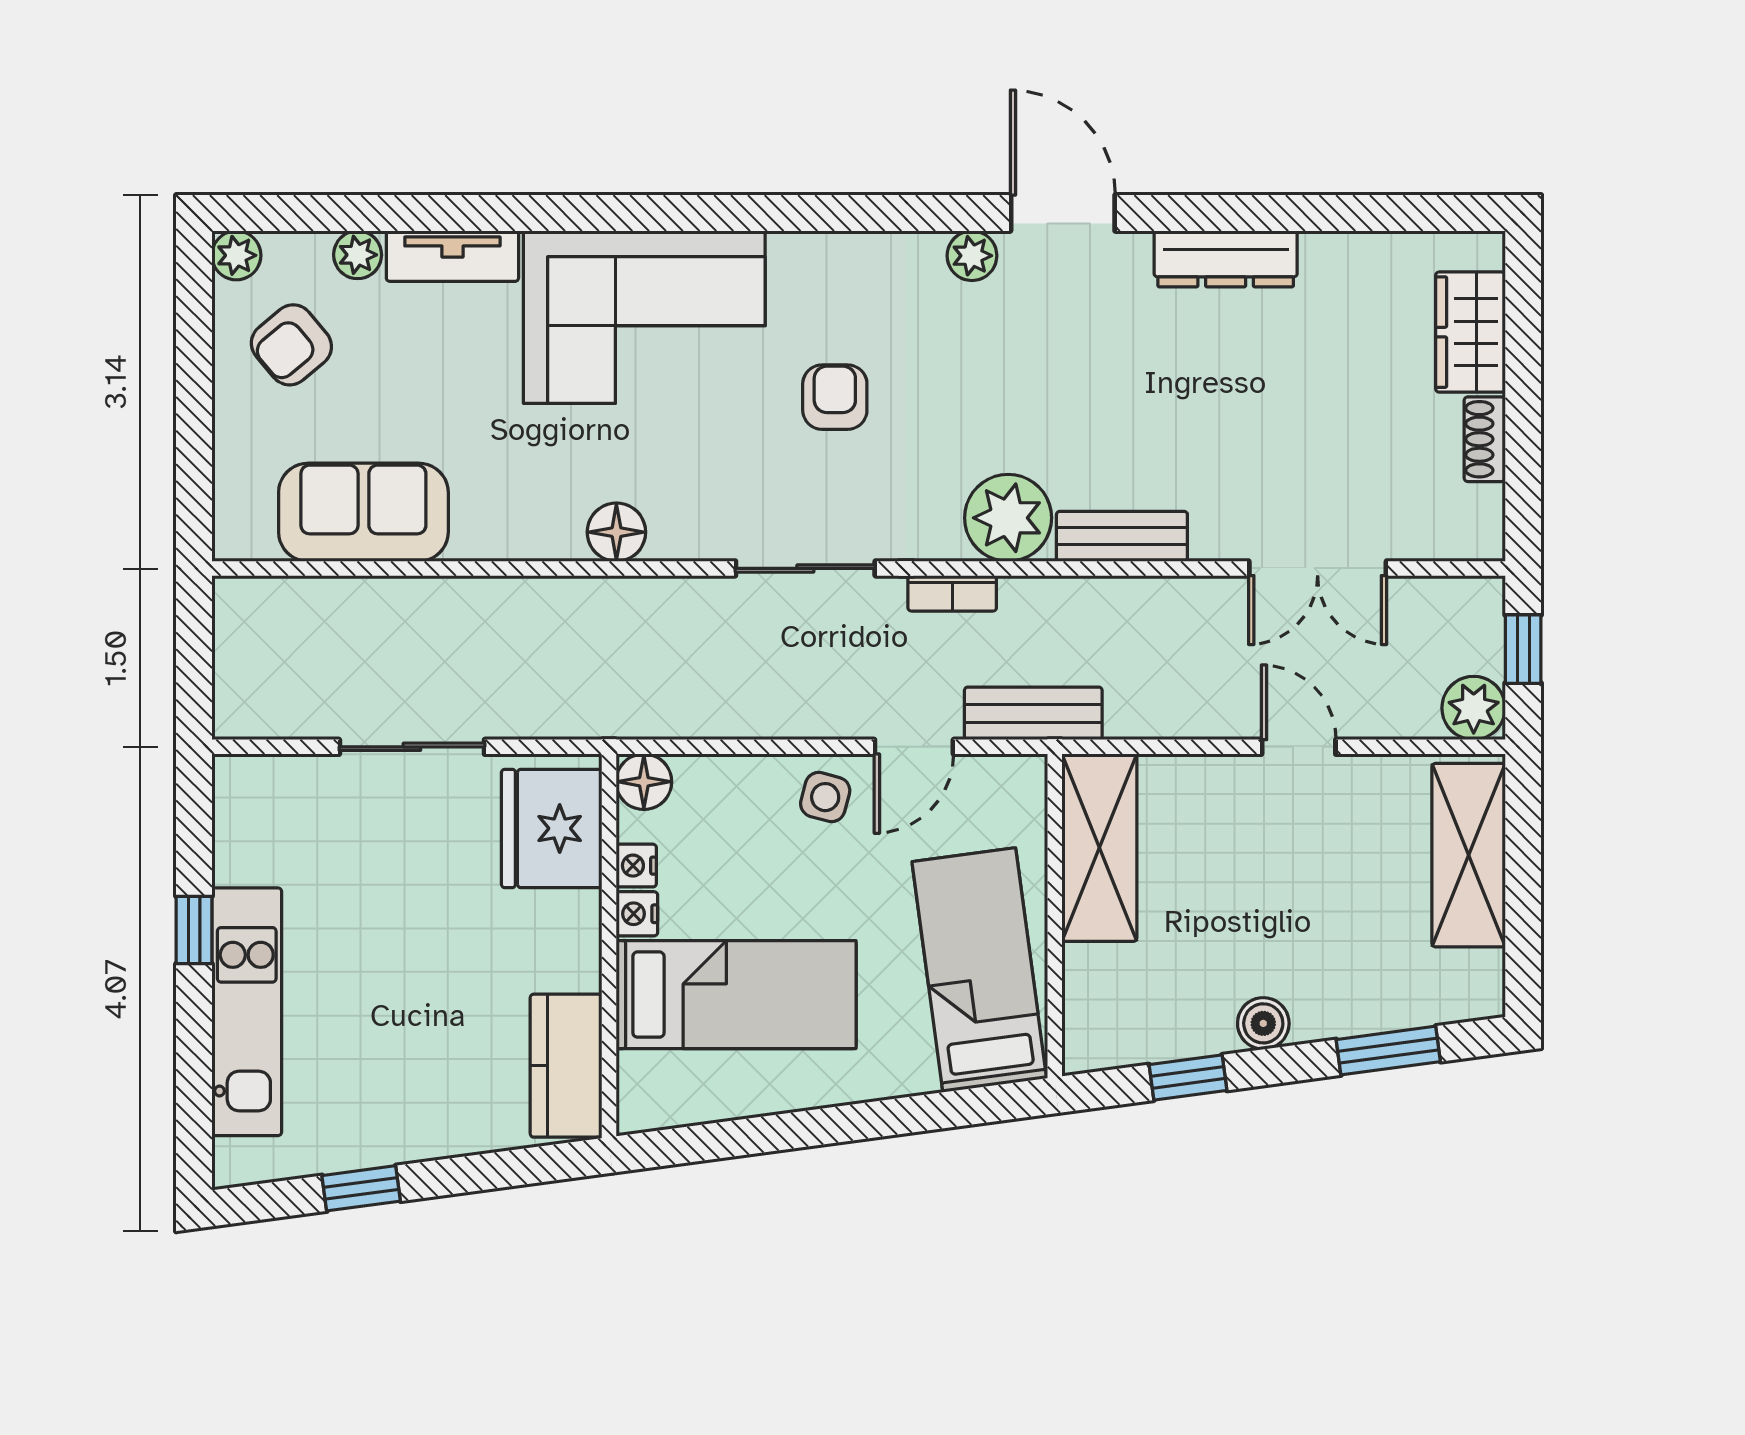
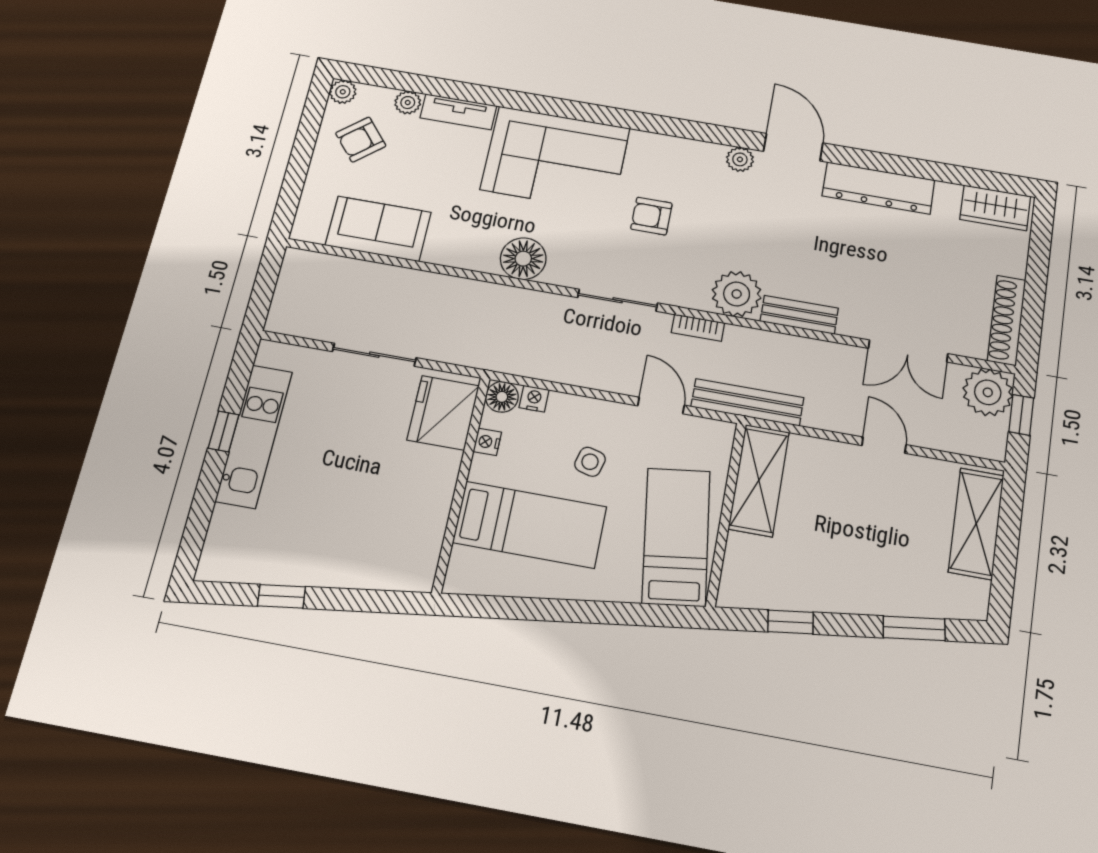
dresser: (1226, 259) -> (878, 188), width x1.37, depth x1.24
wardrobe: (1470, 332) -> (995, 208), moved, turned -90
armchair: (835, 397) -> (651, 216), turned -90
shoe rack: (1485, 439) -> (1007, 320), width x1.94, depth x1.24
floor lamp: (616, 532) -> (523, 259), width x1.38, depth x1.38
plant: (1474, 708) -> (988, 392), moved, width x1.36, depth x1.36
bench: (1033, 713) -> (747, 402), width x1.36
door: (914, 747) -> (661, 406), swing flipped
side table: (825, 797) -> (590, 462), moved
nightstand: (637, 914) -> (534, 399), moved, turned 90
kitchen unit: (247, 1012) -> (254, 436), moved
boiler: (1263, 1023) -> (841, 598), removed
kitchen counter: (566, 1066) -> (420, 547), removed

